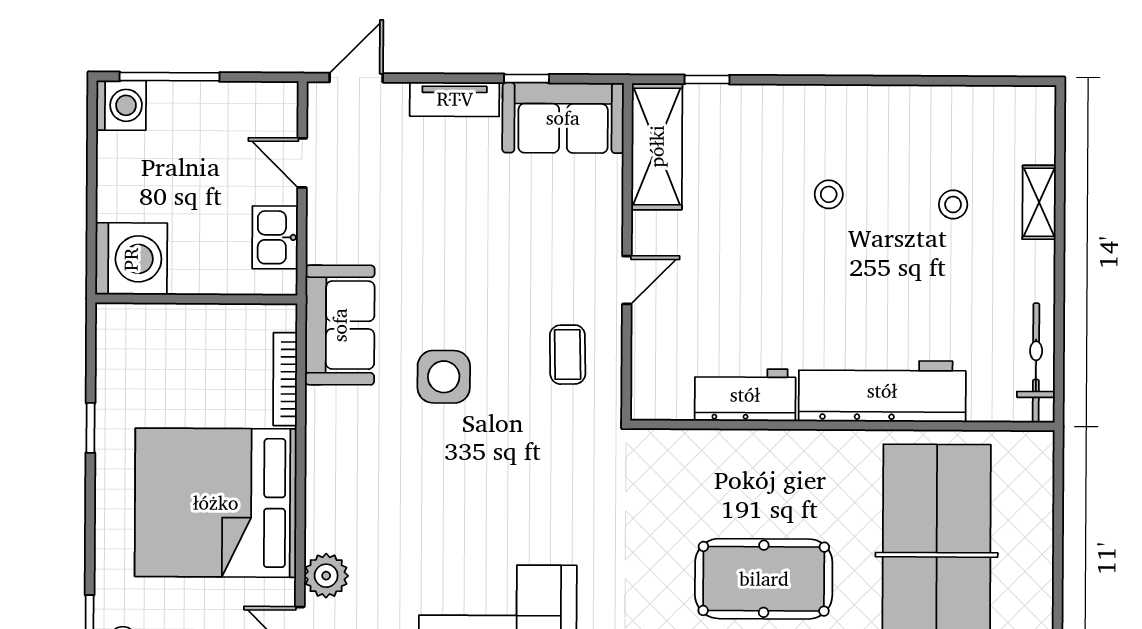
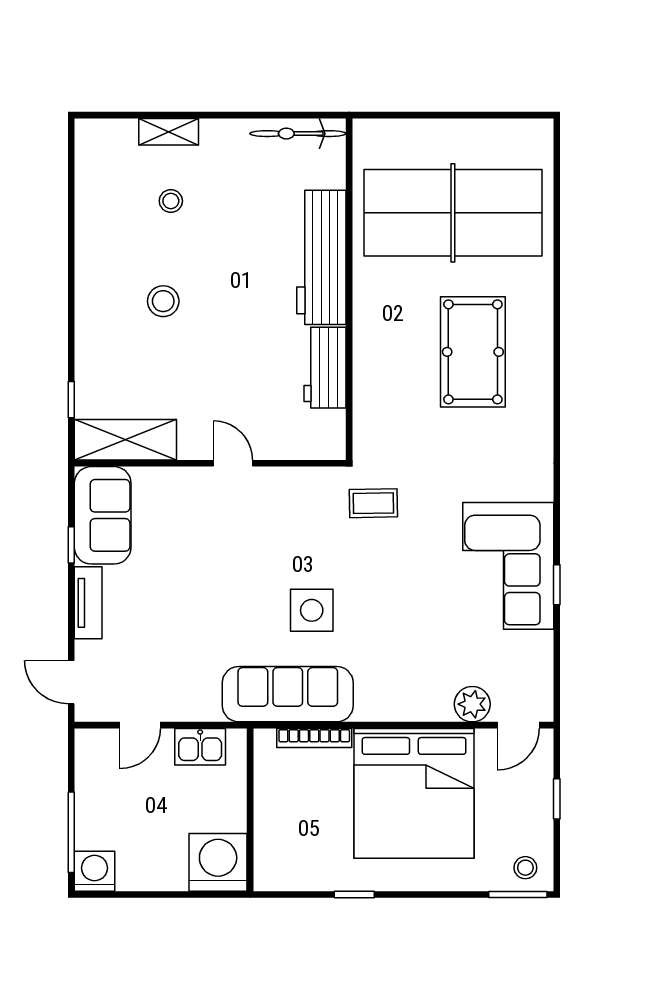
stool: (829, 194) -> (163, 301), width x1.37, depth x1.37
sofa: (340, 325) -> (288, 694), width x1.36
coffee table: (568, 355) -> (373, 503), moved

